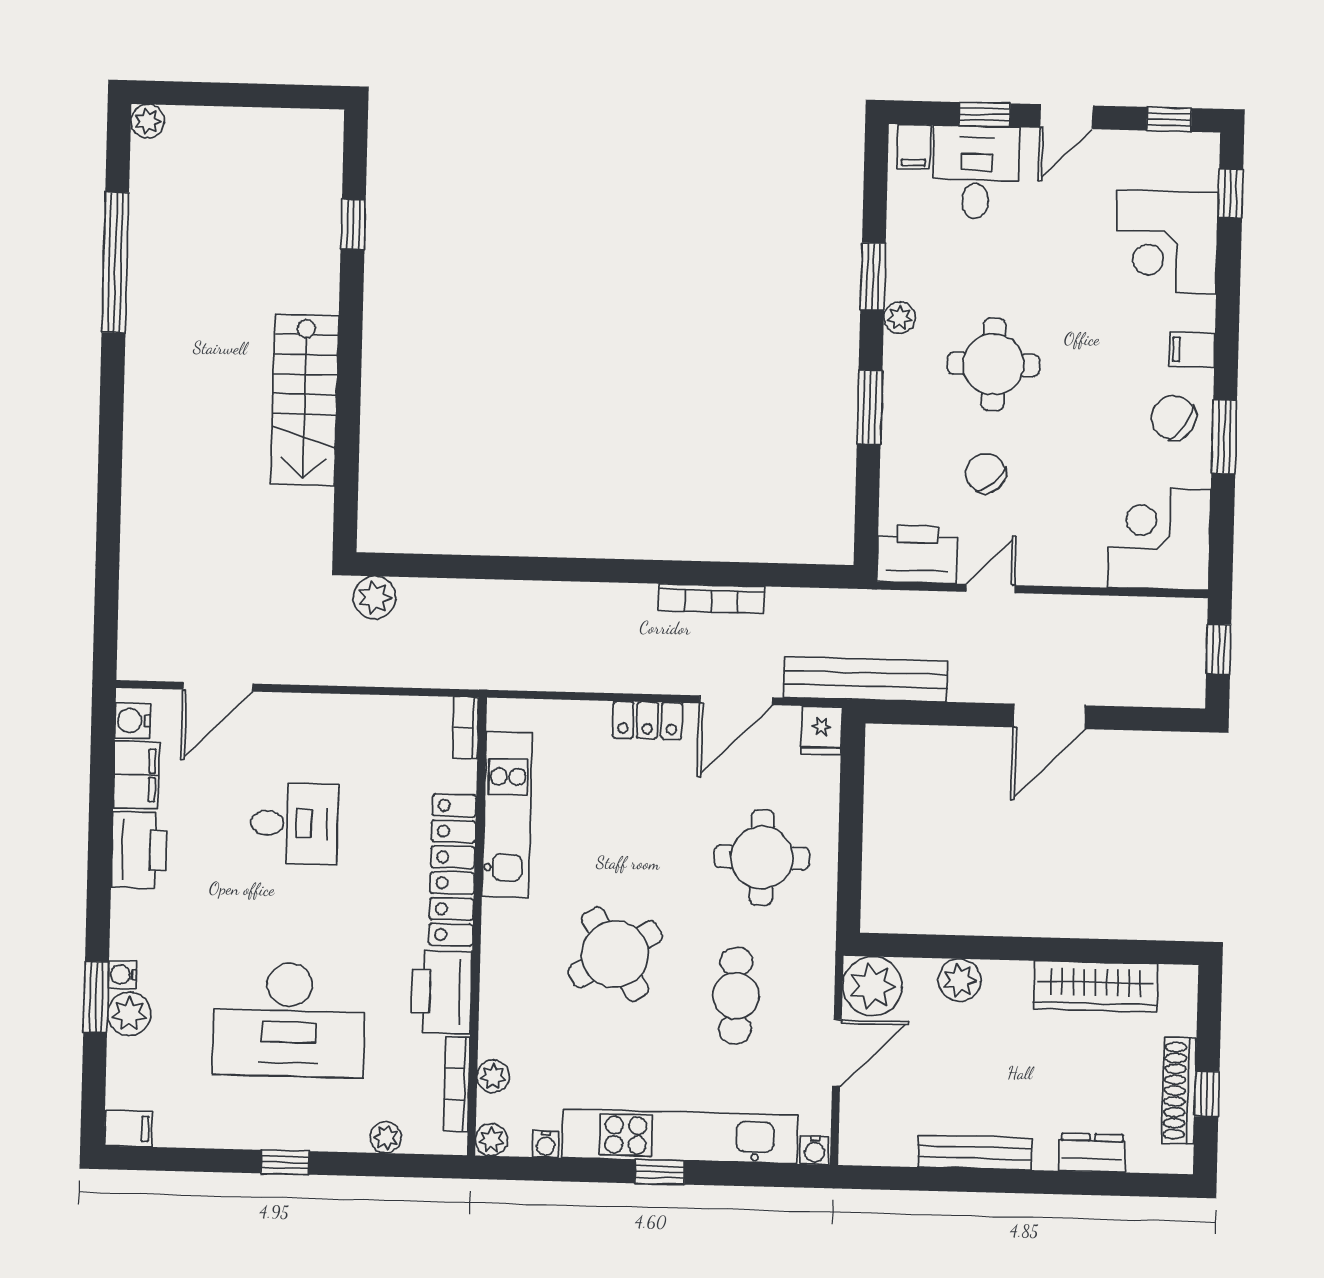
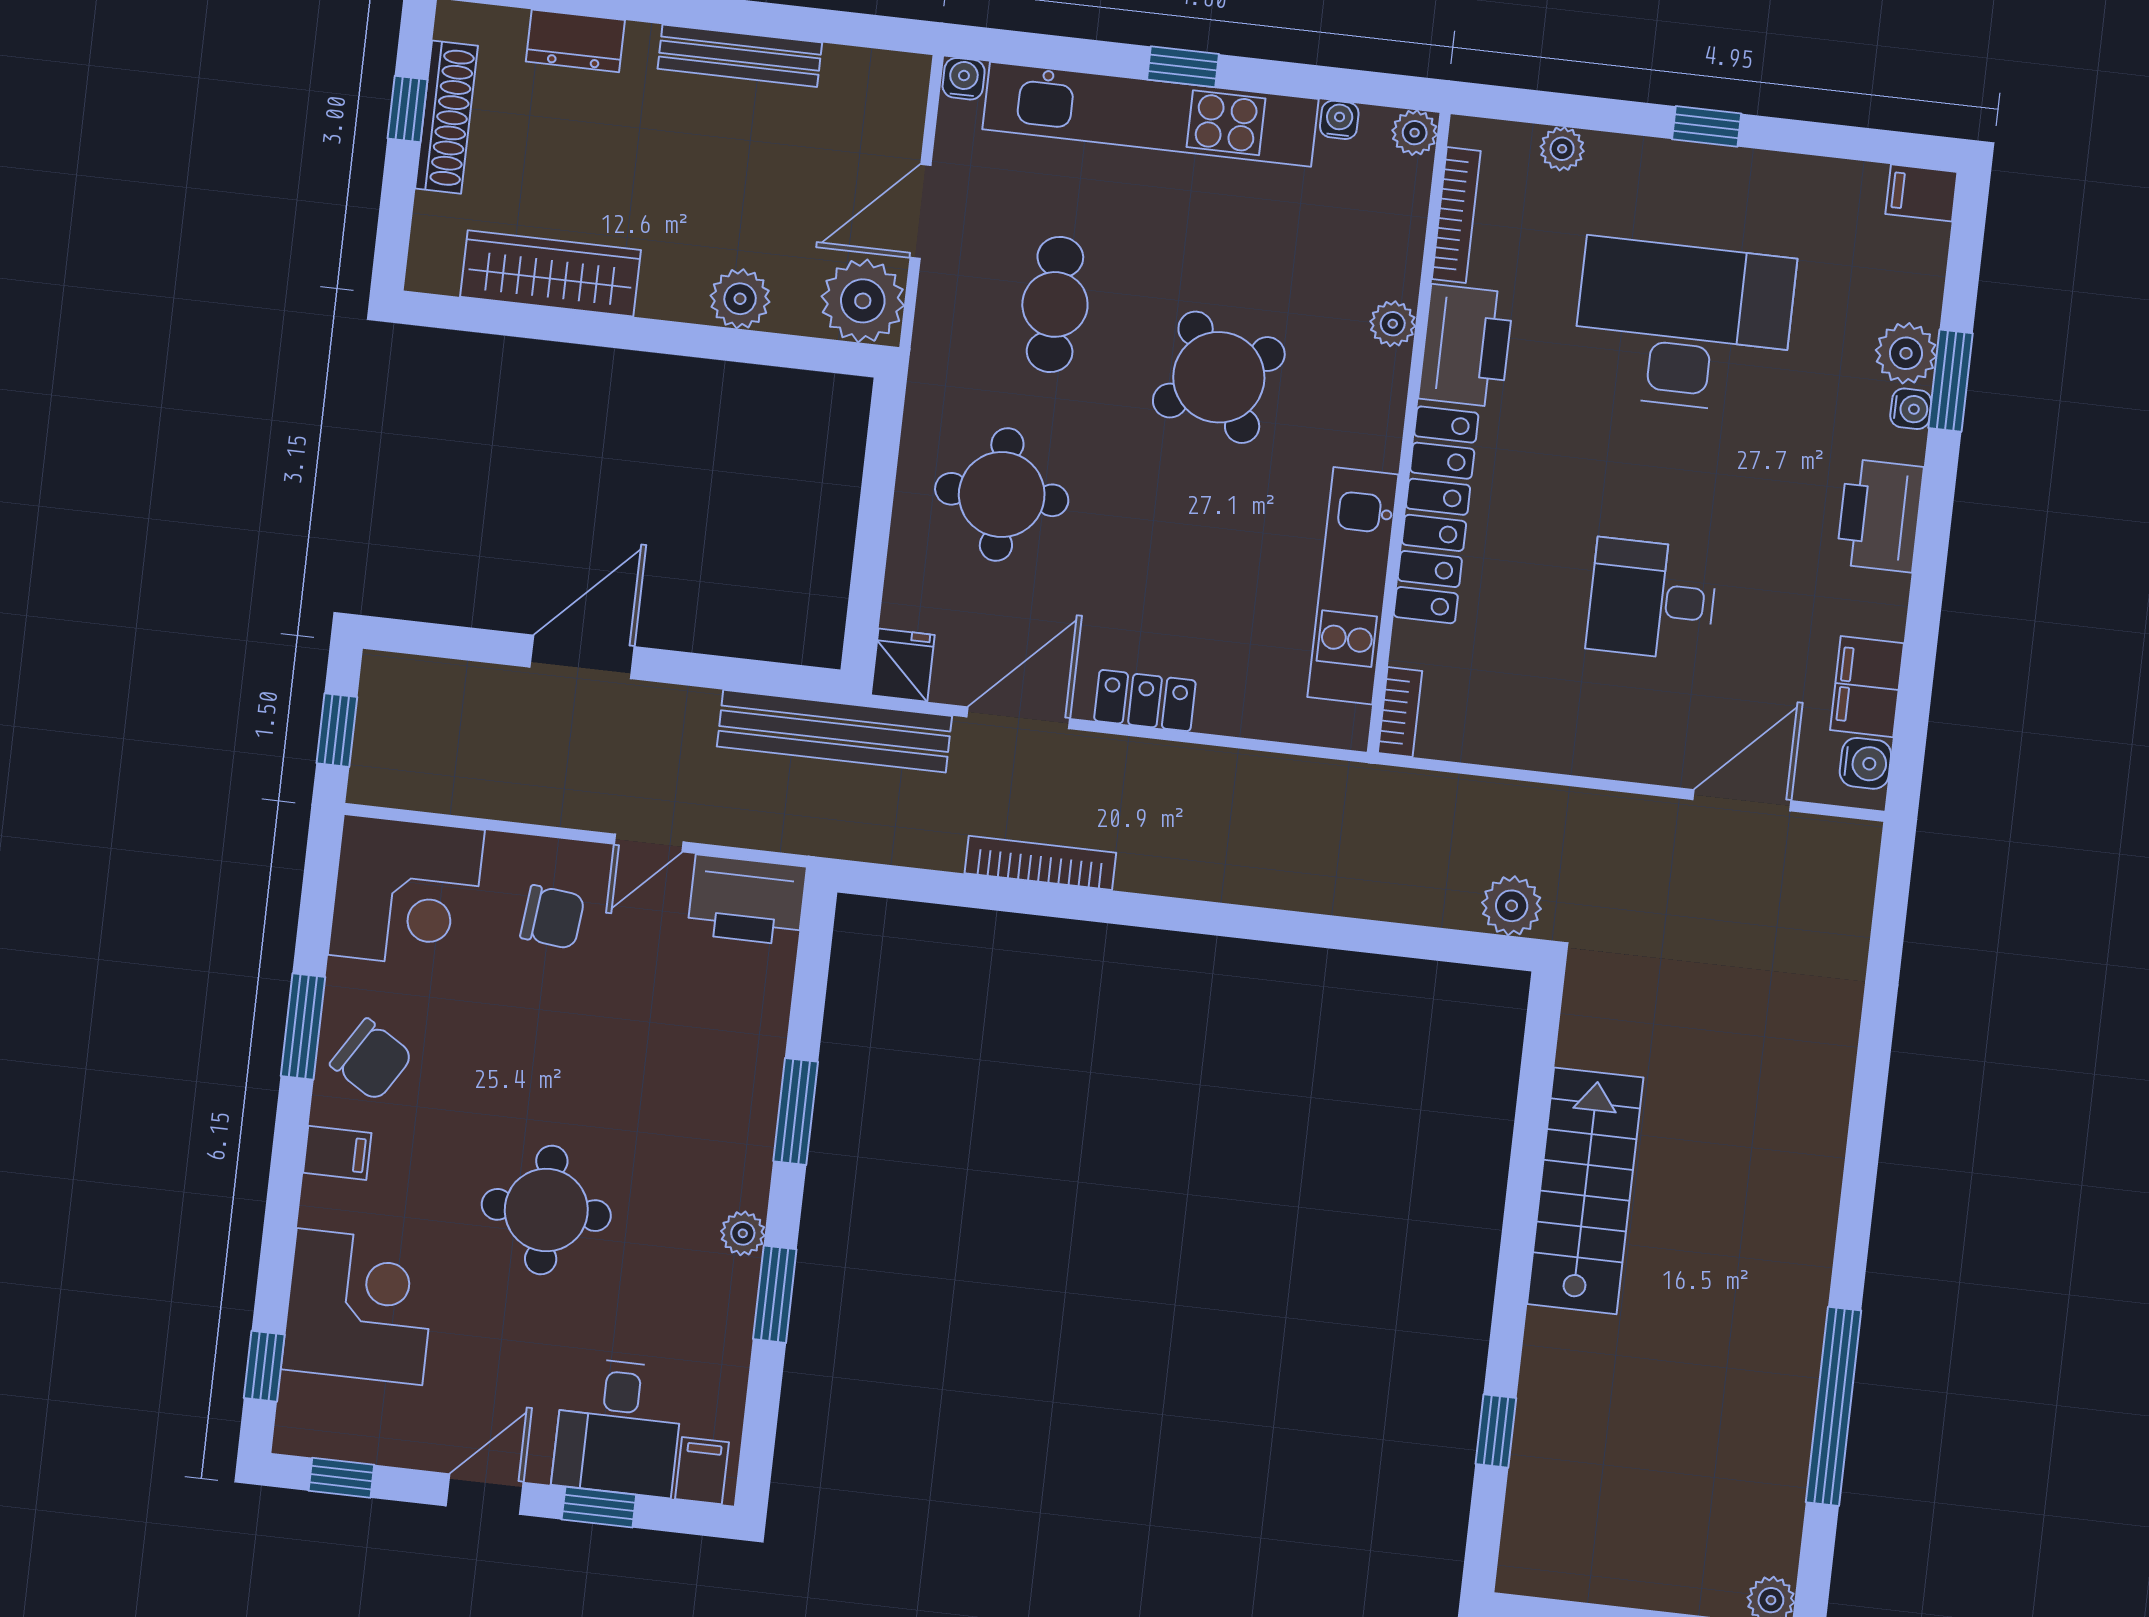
round table: (993, 364) -> (546, 1210), moved
chair: (986, 473) -> (552, 917), moved, turned -43
printer: (139, 850) -> (1880, 515), moved
plant: (493, 1076) -> (1393, 324), moved

